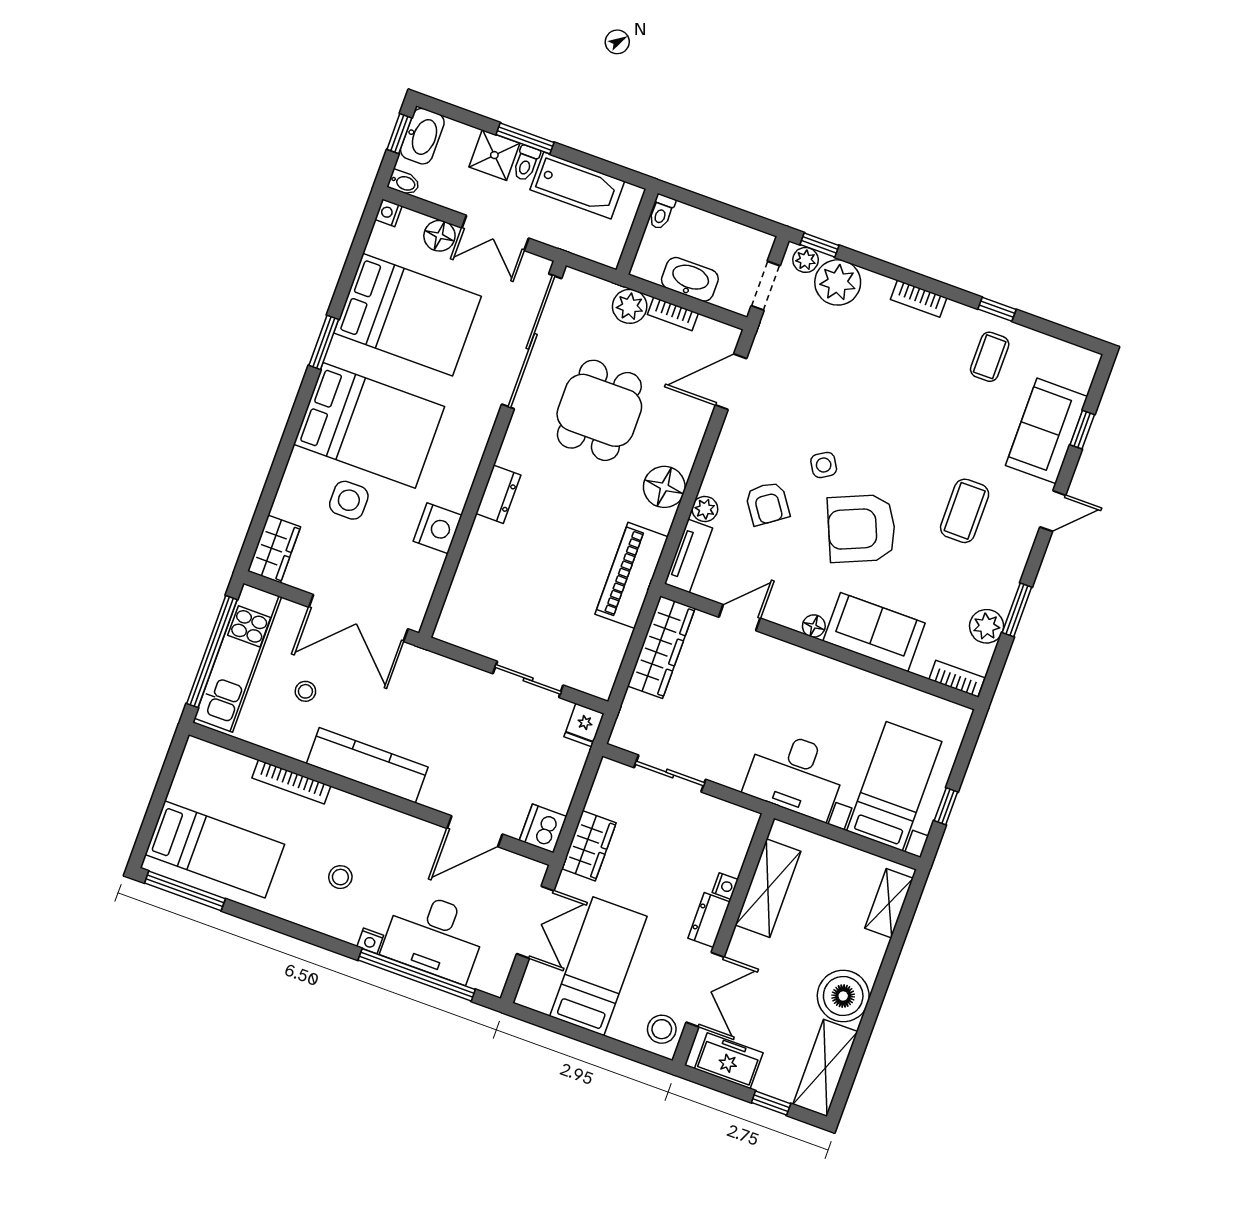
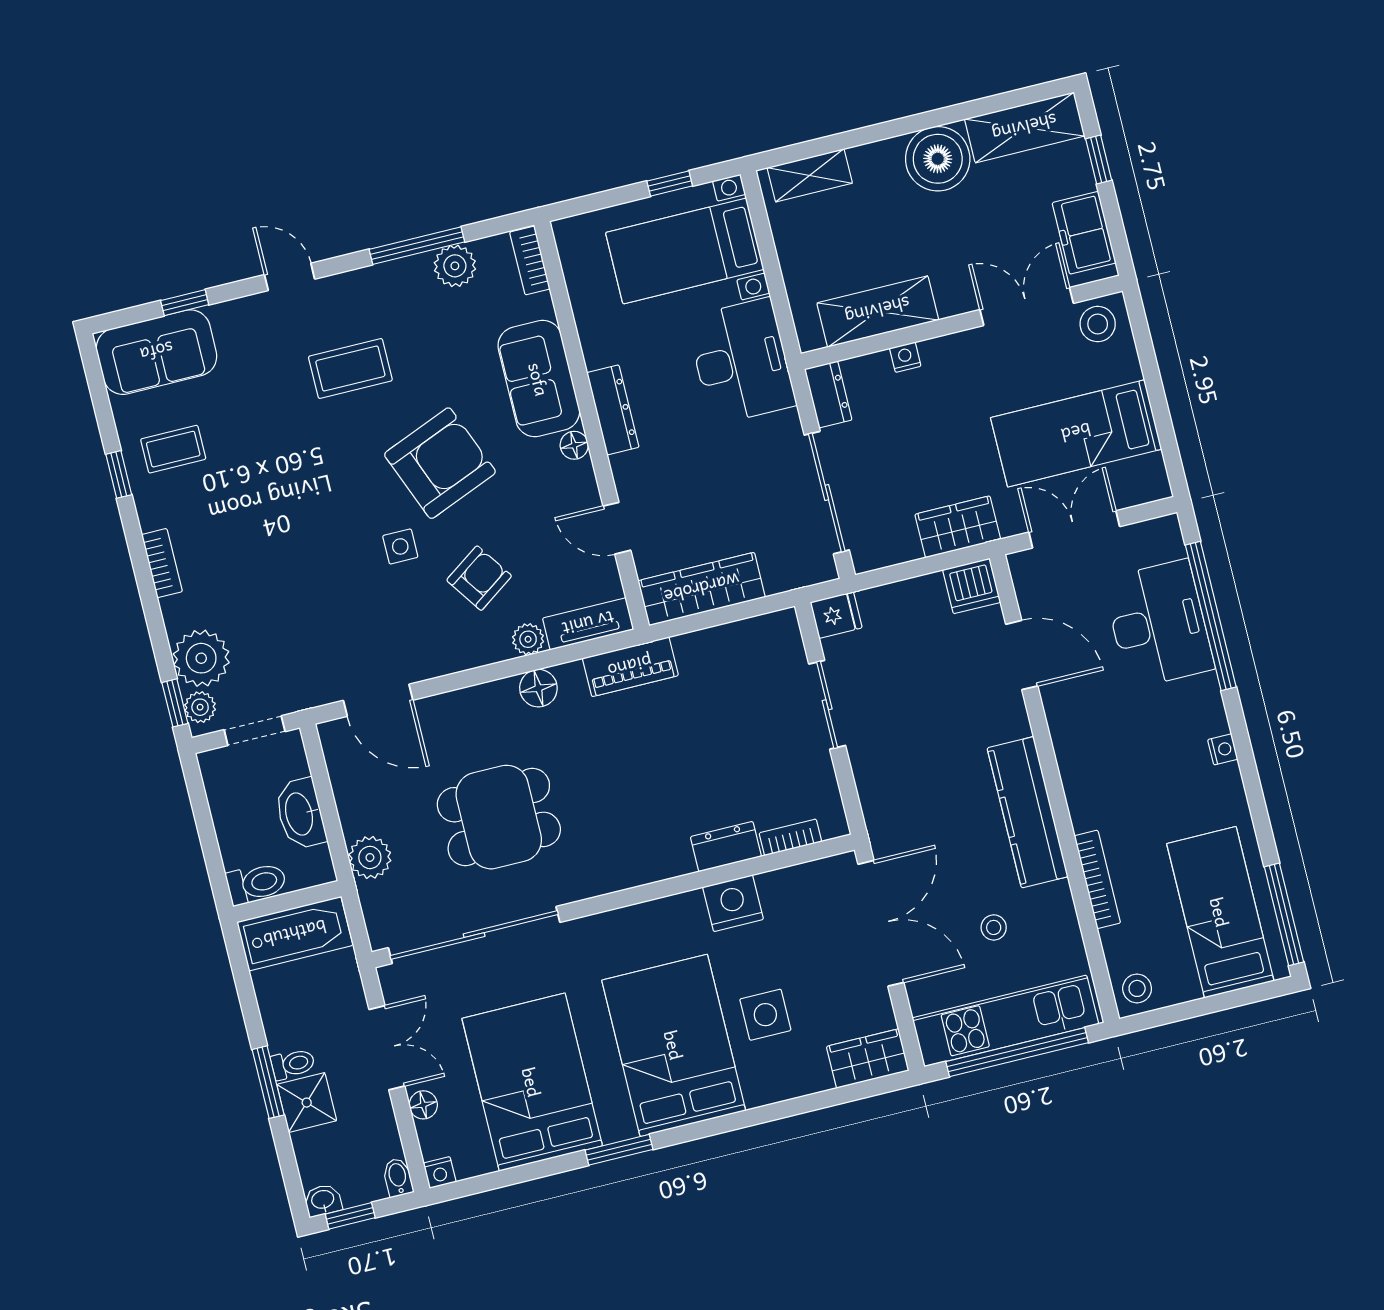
washbasin: (422, 136) -> (323, 1200), width x0.52, depth x0.69
bathtub: (577, 186) -> (295, 934), moved, turned 90
toilet: (662, 212) -> (256, 883), width x1.37, depth x1.39
floor lamp: (439, 236) -> (423, 1105), width x0.73, depth x0.73
bookcase: (673, 314) -> (790, 837), moved, turned -90
sofa: (1047, 431) -> (157, 352), moved
side table: (824, 465) -> (400, 546), turned 31
floor lamp: (664, 487) -> (538, 688), width x0.73, depth x0.73
dresser: (498, 494) -> (726, 847), moved
armchair: (862, 529) -> (440, 463), turned -89
piano: (632, 575) -> (630, 667), width x0.73, depth x0.75
window: (1017, 610) -> (417, 246), width x1.44
dresser: (820, 668) -> (613, 410), added
sliding door: (670, 773) -> (827, 493), width x1.37
stool: (340, 877) -> (1137, 988), moved
dresser: (709, 920) -> (828, 394), moved, turned -90
nightstand: (370, 941) -> (1223, 749), moved

